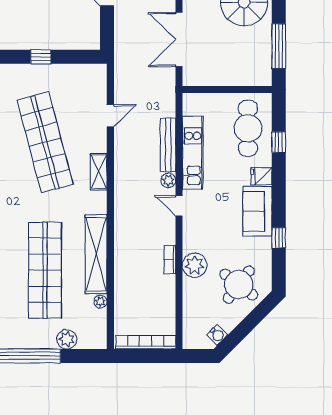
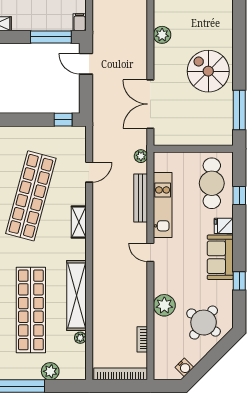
window: (41, 57) -> (63, 120), moved
shop shelf: (45, 142) -> (31, 196), turned 30
plant: (168, 180) -> (141, 156), moved
bookcase: (170, 260) -> (142, 339), moved

